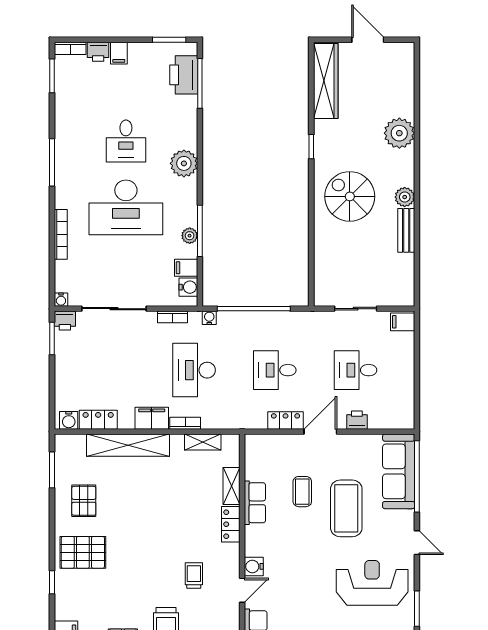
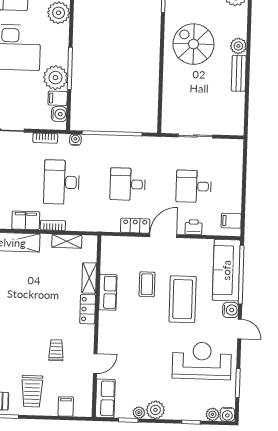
plant: (190, 236) -> (55, 78), width x1.87, depth x1.87
filing cabinet: (403, 322) -> (231, 221), moved
water cooler: (254, 566) -> (230, 310), moved, turned 180

